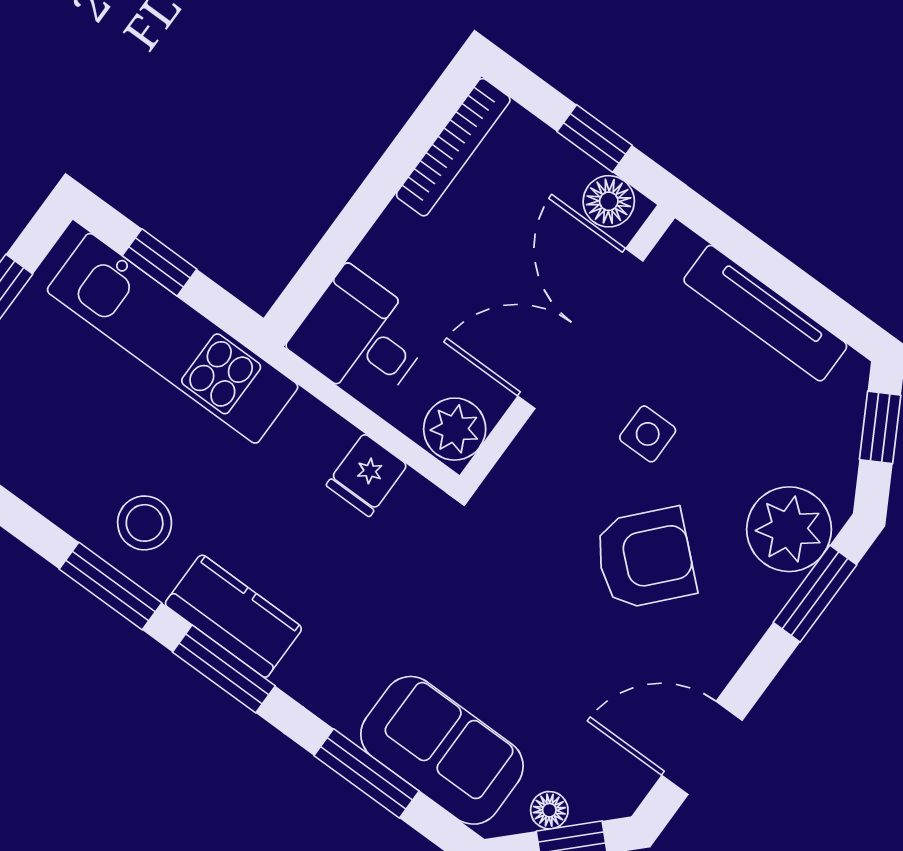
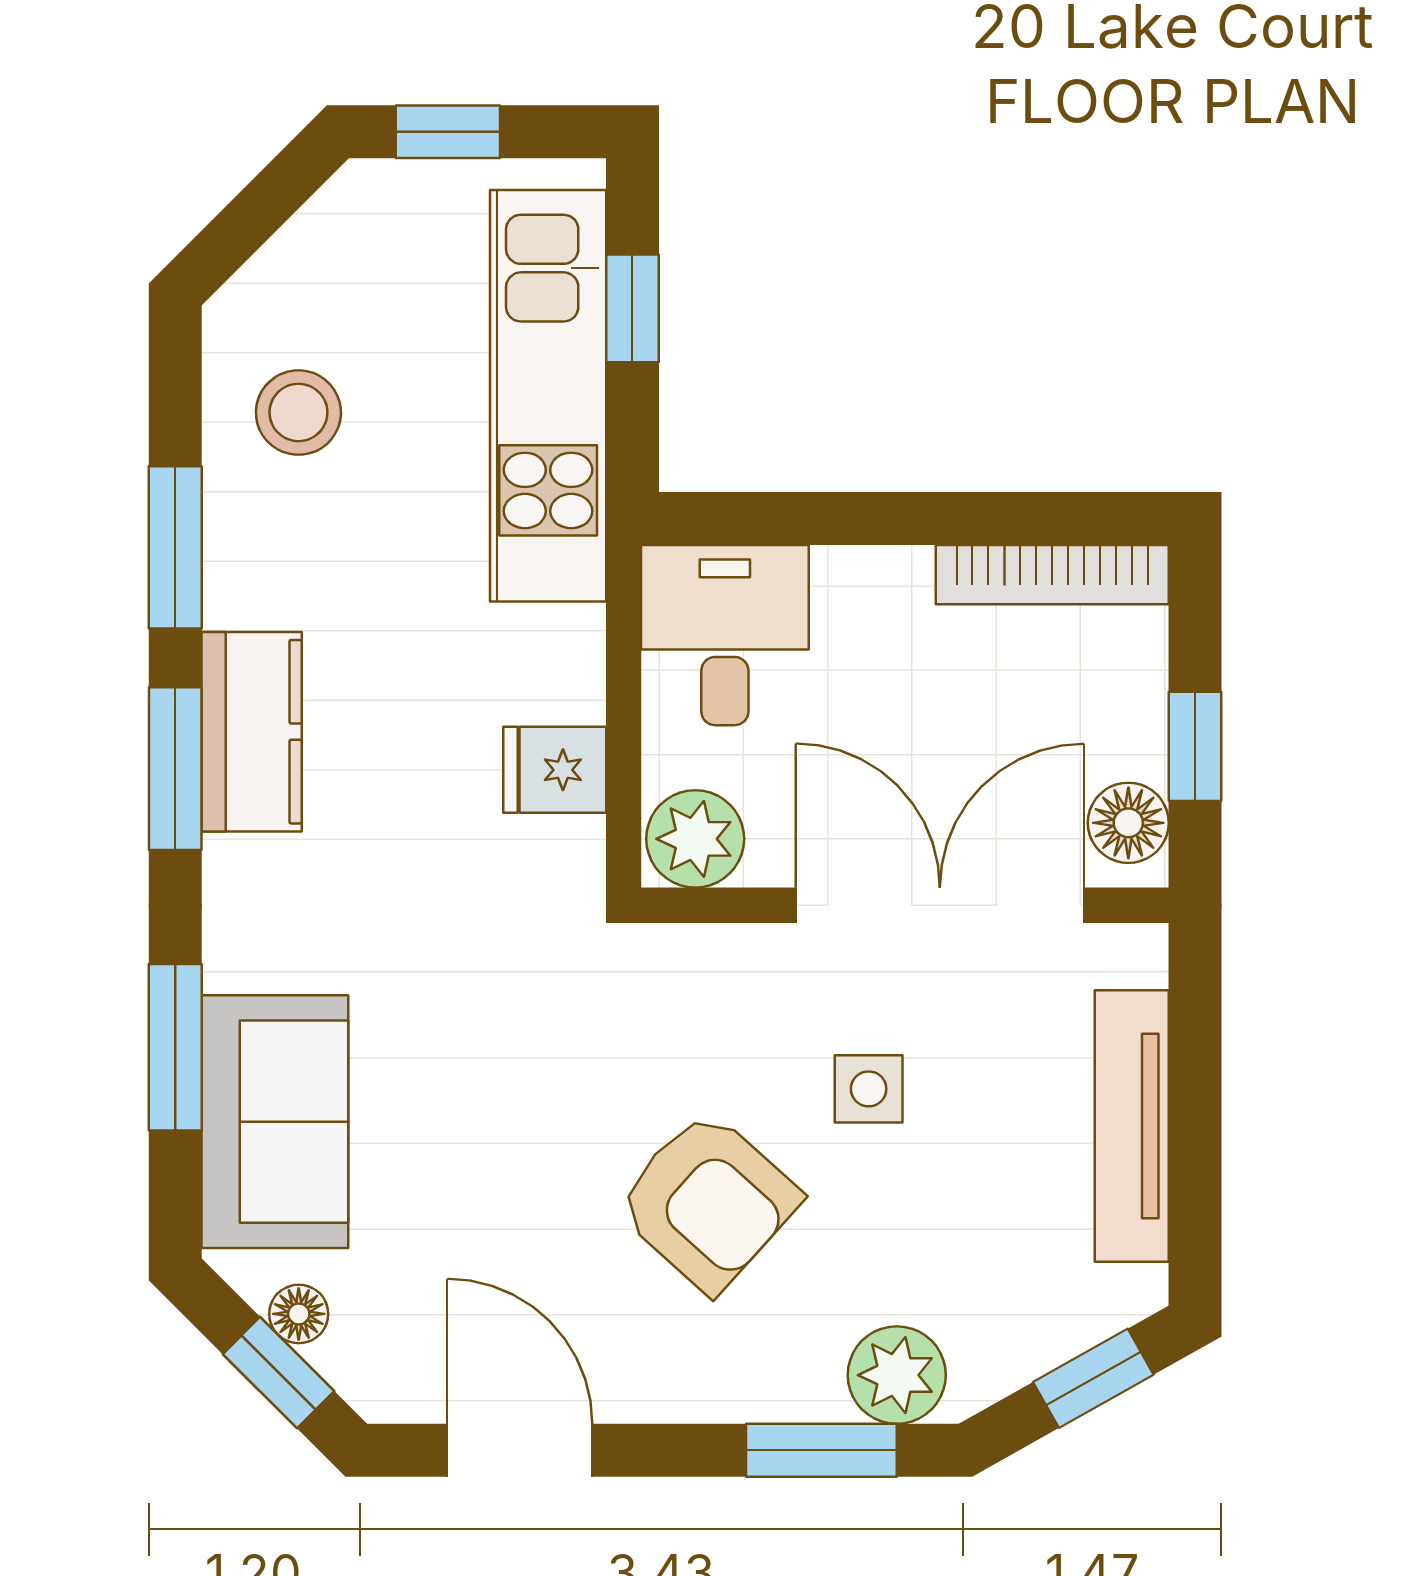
stool: (145, 523) -> (298, 413), moved
plant: (789, 529) -> (897, 1375), width x0.73, depth x0.73

